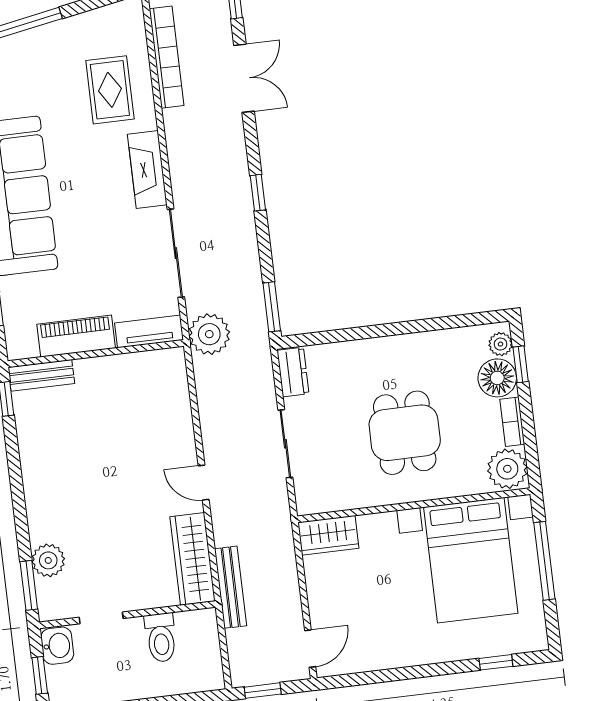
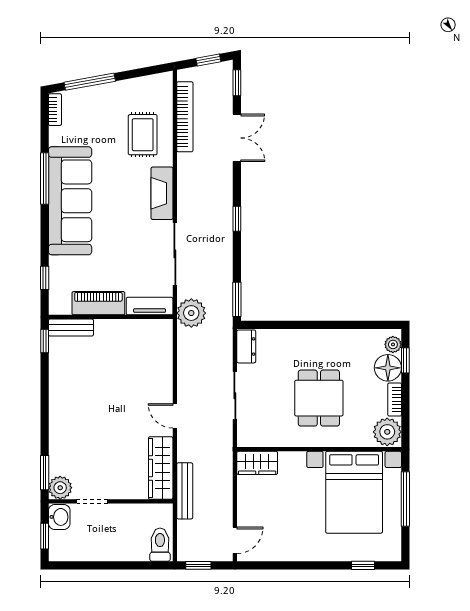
plant: (48, 560) -> (60, 488), moved
toilet: (161, 638) -> (160, 545), moved, turned 180

